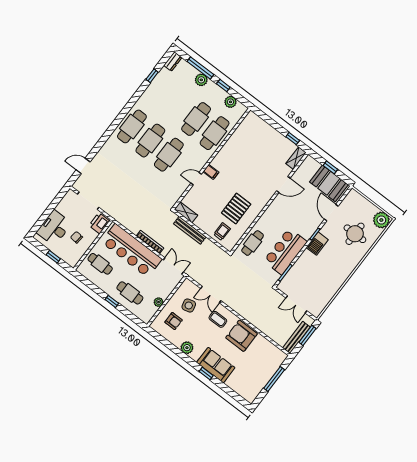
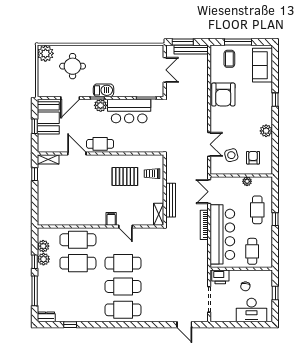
plant: (201, 80) -> (43, 259), moved
plant: (307, 232) -> (101, 105), added
cafe table: (253, 243) -> (100, 144), moved
coffee table: (218, 319) -> (229, 59), moved
sofa: (216, 365) -> (262, 65), moved

